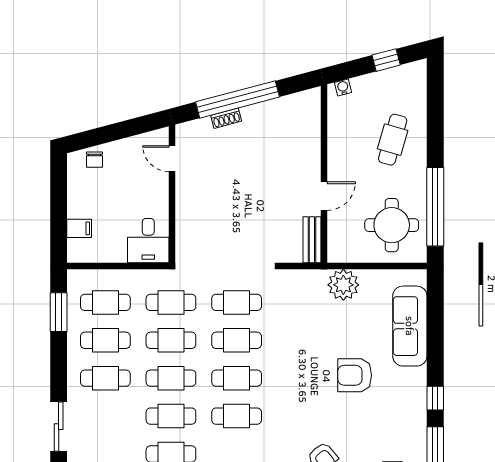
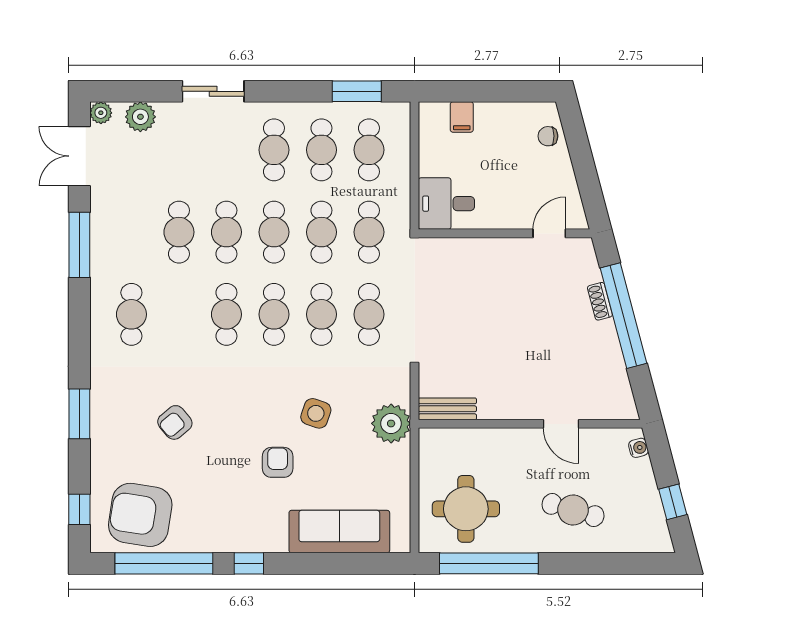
door: (324, 196) -> (561, 424), moved
plant: (343, 285) -> (391, 423), moved
side table: (316, 345) -> (316, 413), added
armchair: (355, 375) -> (278, 462), width x0.72, depth x0.72

